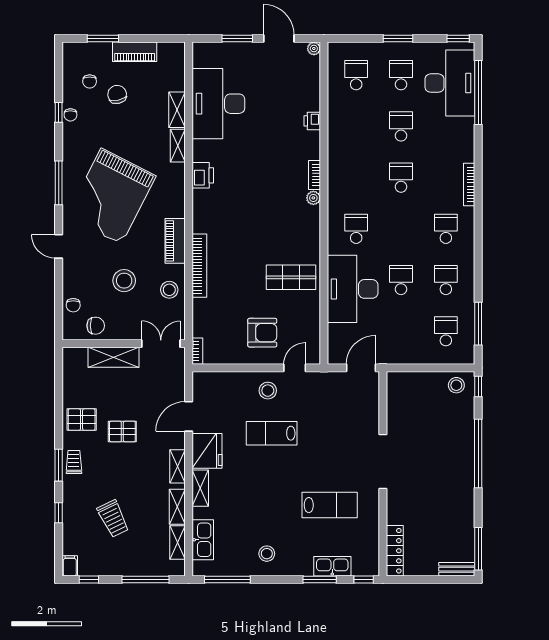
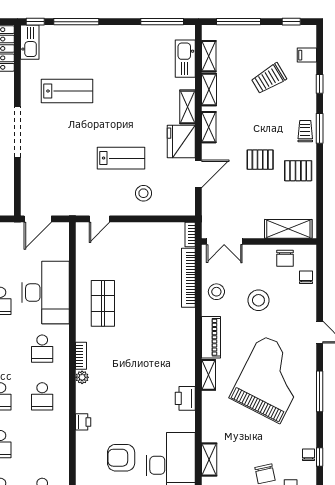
printer: (312, 121) -> (83, 422), moved
shelving: (178, 146) -> (209, 375), moved
bookcase: (315, 175) -> (81, 356), moved
school desk: (356, 178) -> (42, 396), added
bookcase: (199, 266) -> (188, 278), moved
shop shelf: (291, 277) -> (103, 303), turned 90
chair: (96, 326) -> (285, 258), turned -90
armchair: (262, 333) -> (121, 458), moved
shelving: (113, 357) -> (288, 229), moved
stool: (268, 391) -> (143, 193), moved
trolley: (74, 462) -> (305, 131), turned 180
lab bench: (330, 505) -> (67, 91), turned 180
trolley: (113, 519) -> (269, 78), turned -95
stool: (267, 554) -> (126, 46), removed
filing cabinet: (70, 566) -> (307, 55), moved, turned 90
kitchen sink: (332, 566) -> (30, 42), moved, turned -90
window: (320, 579) -> (76, 22), width x1.44

